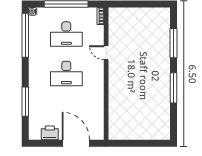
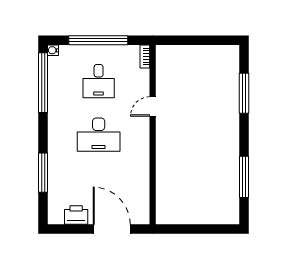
desk: (66, 34) -> (99, 81), width x0.73
door: (106, 53) -> (153, 107), hinge flipped
window: (174, 88) -> (244, 177), moved

